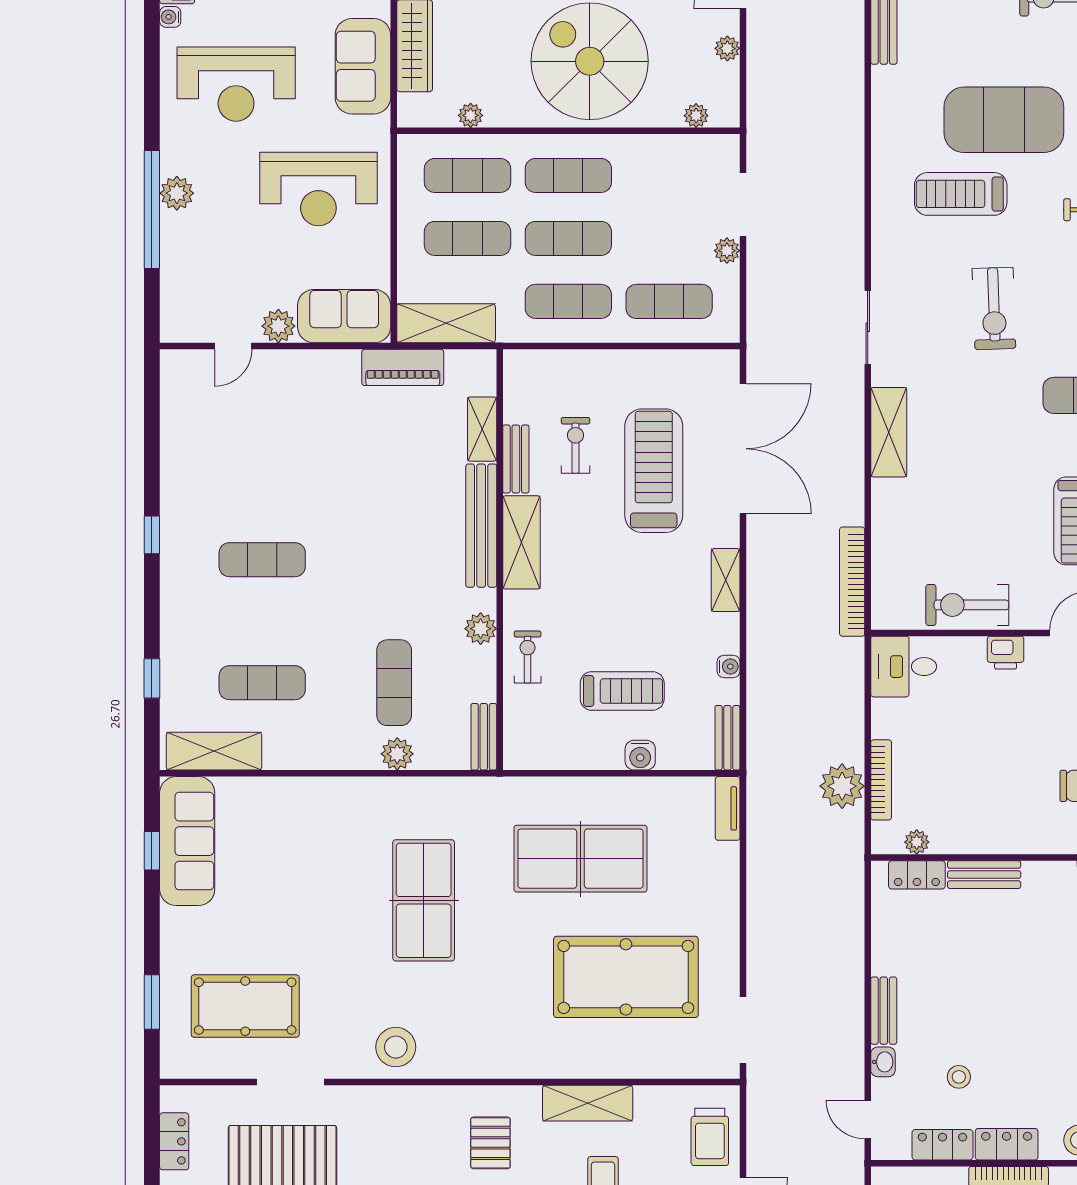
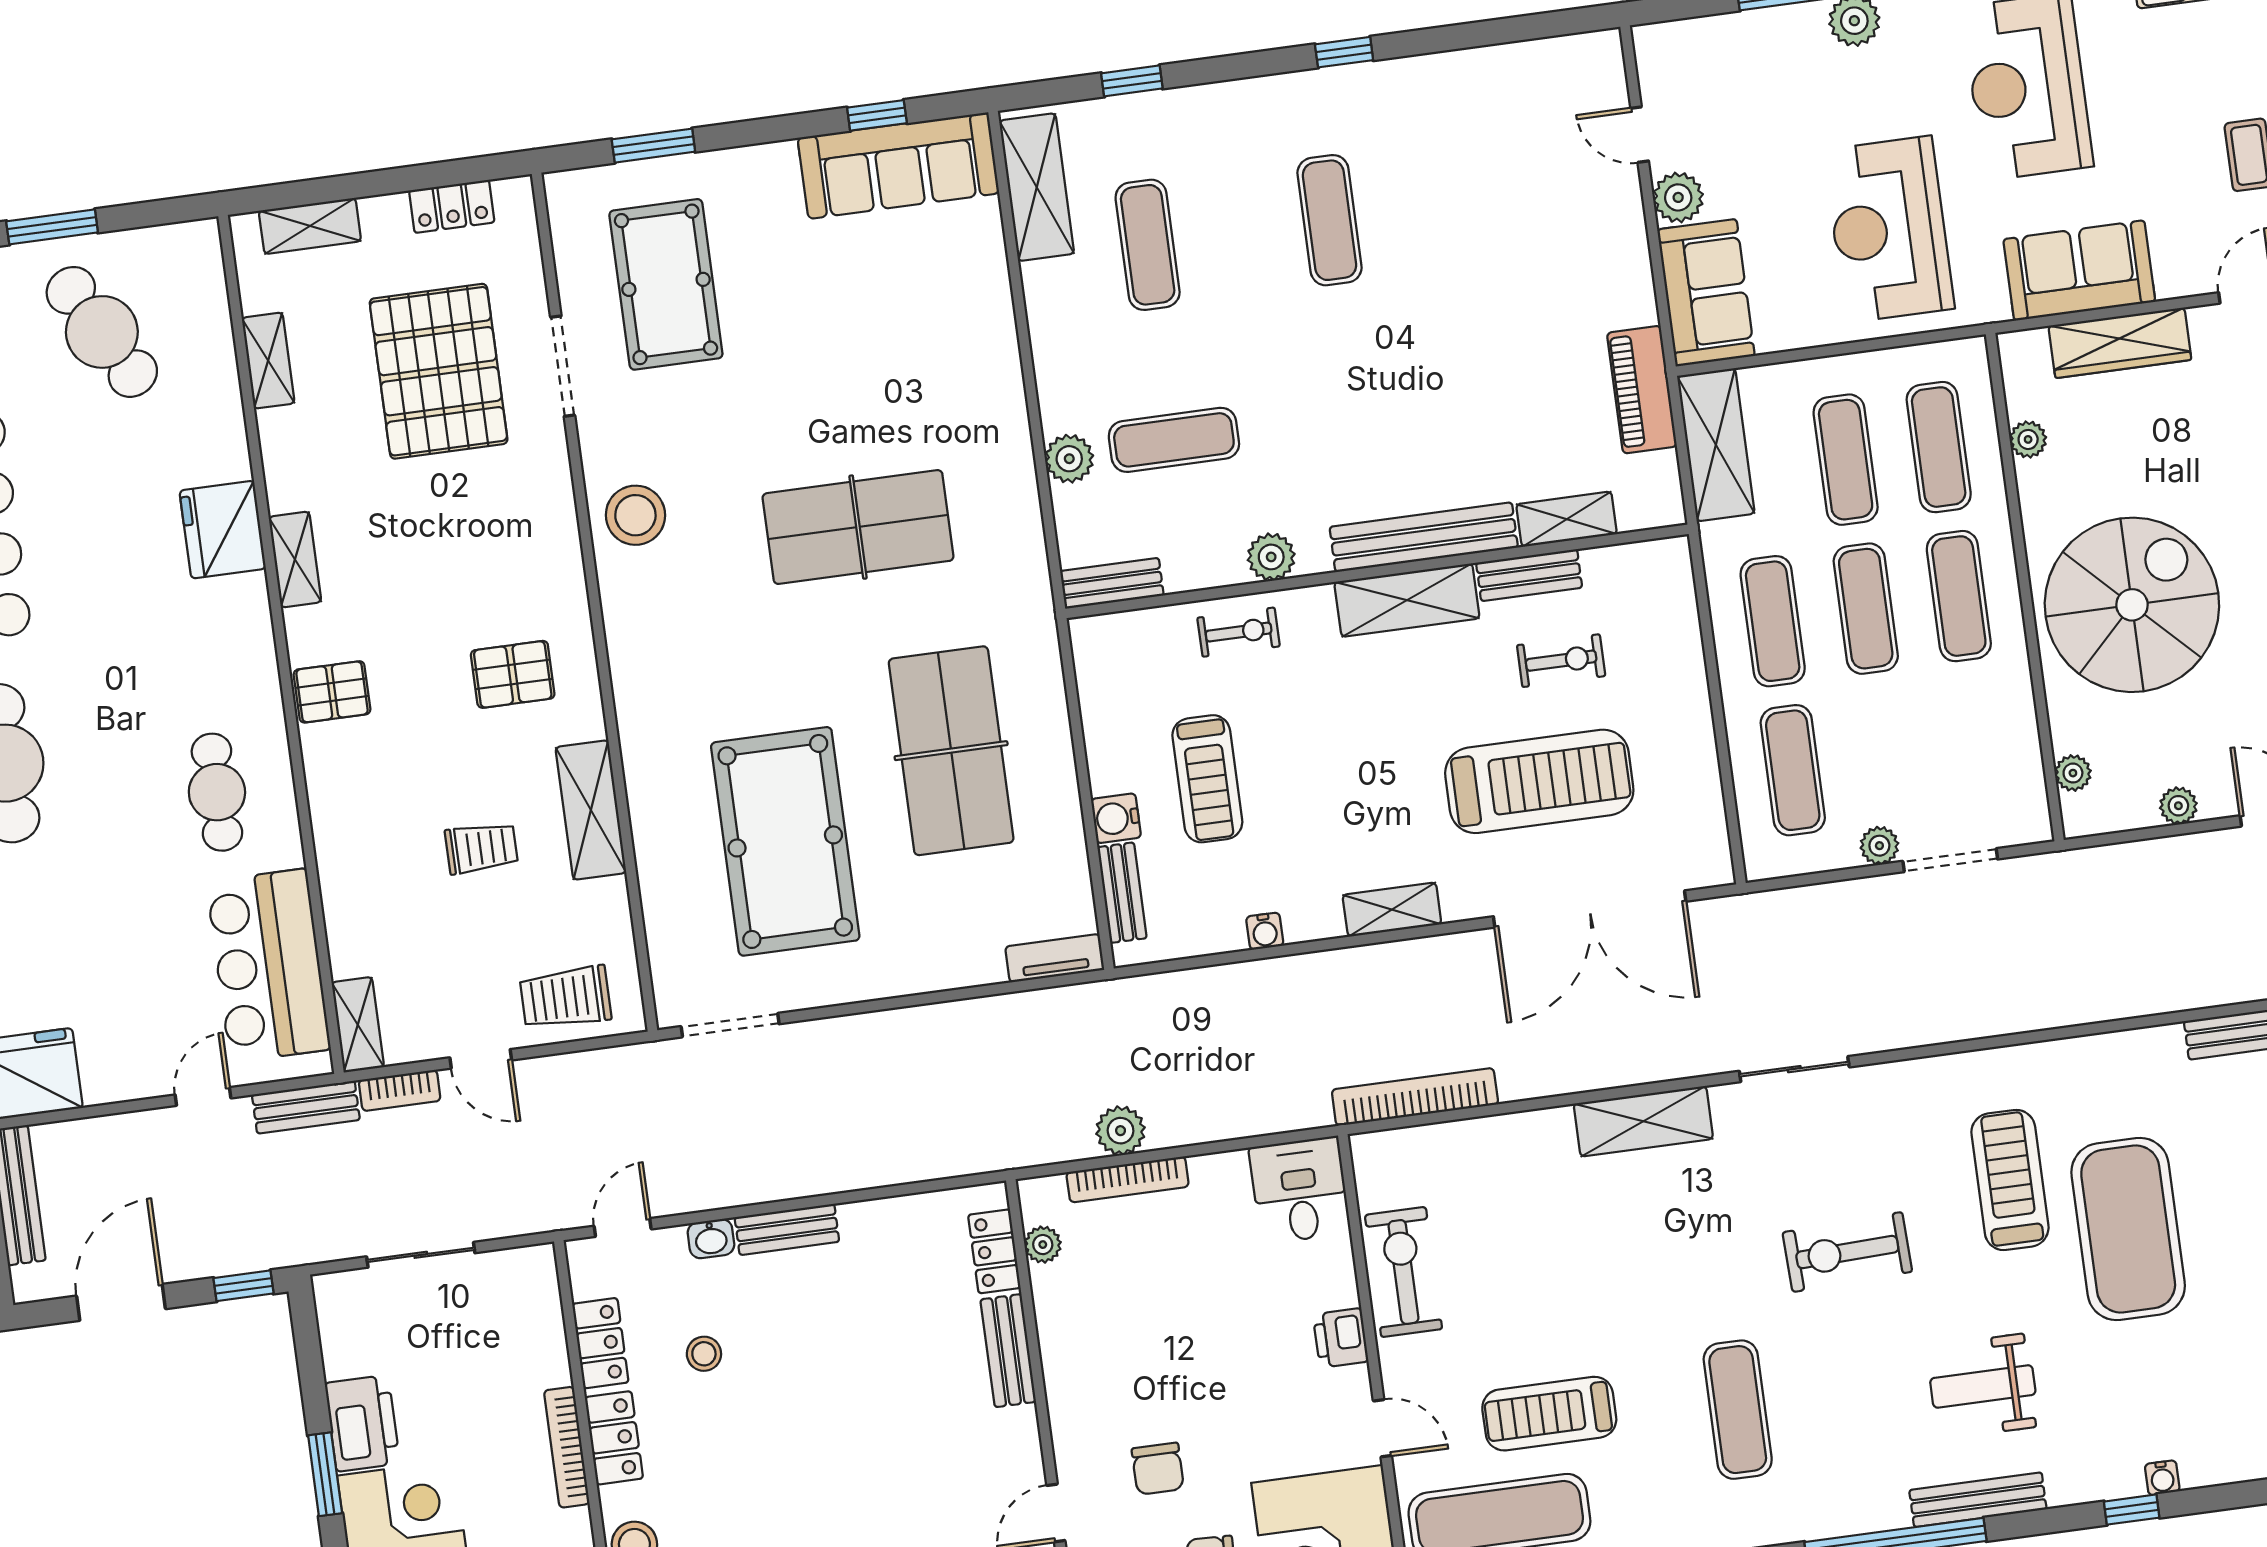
bench: (727, 738) -> (1122, 893), moved, turned 90
plant: (842, 786) -> (1121, 1131), width x0.73, depth x0.73

